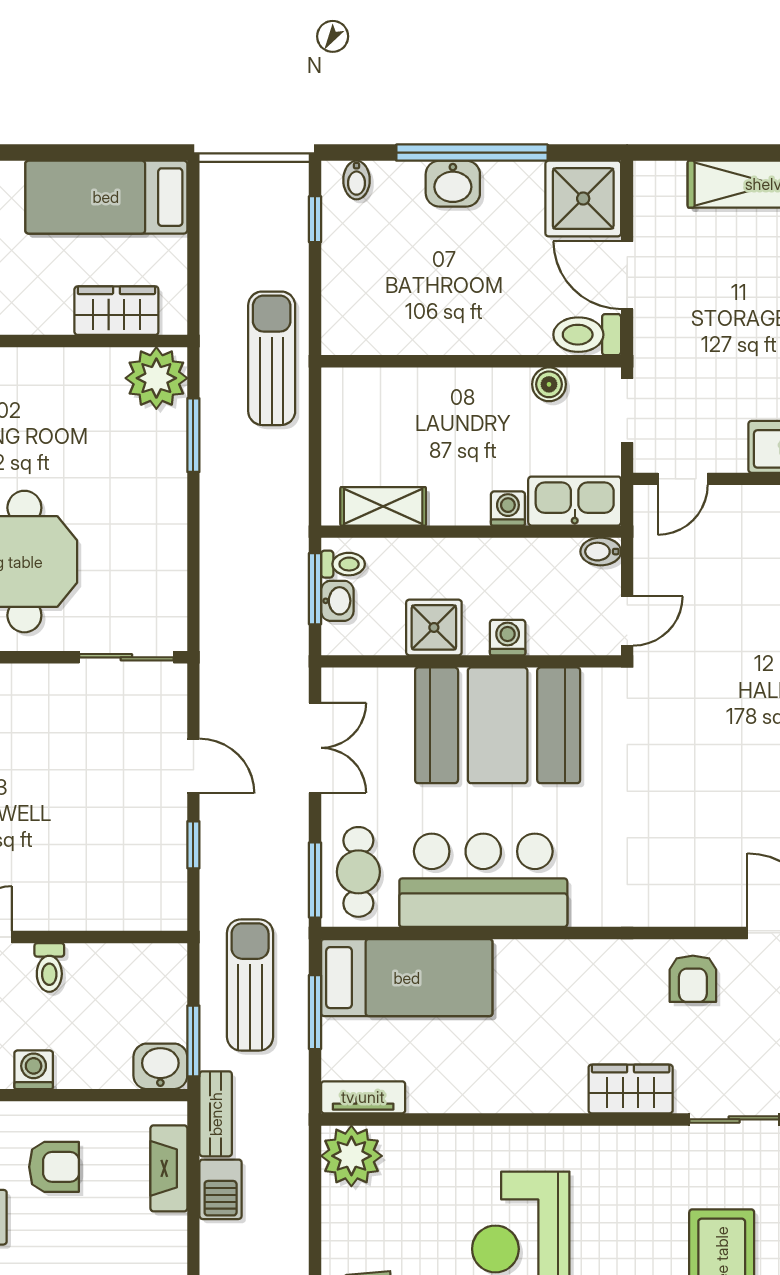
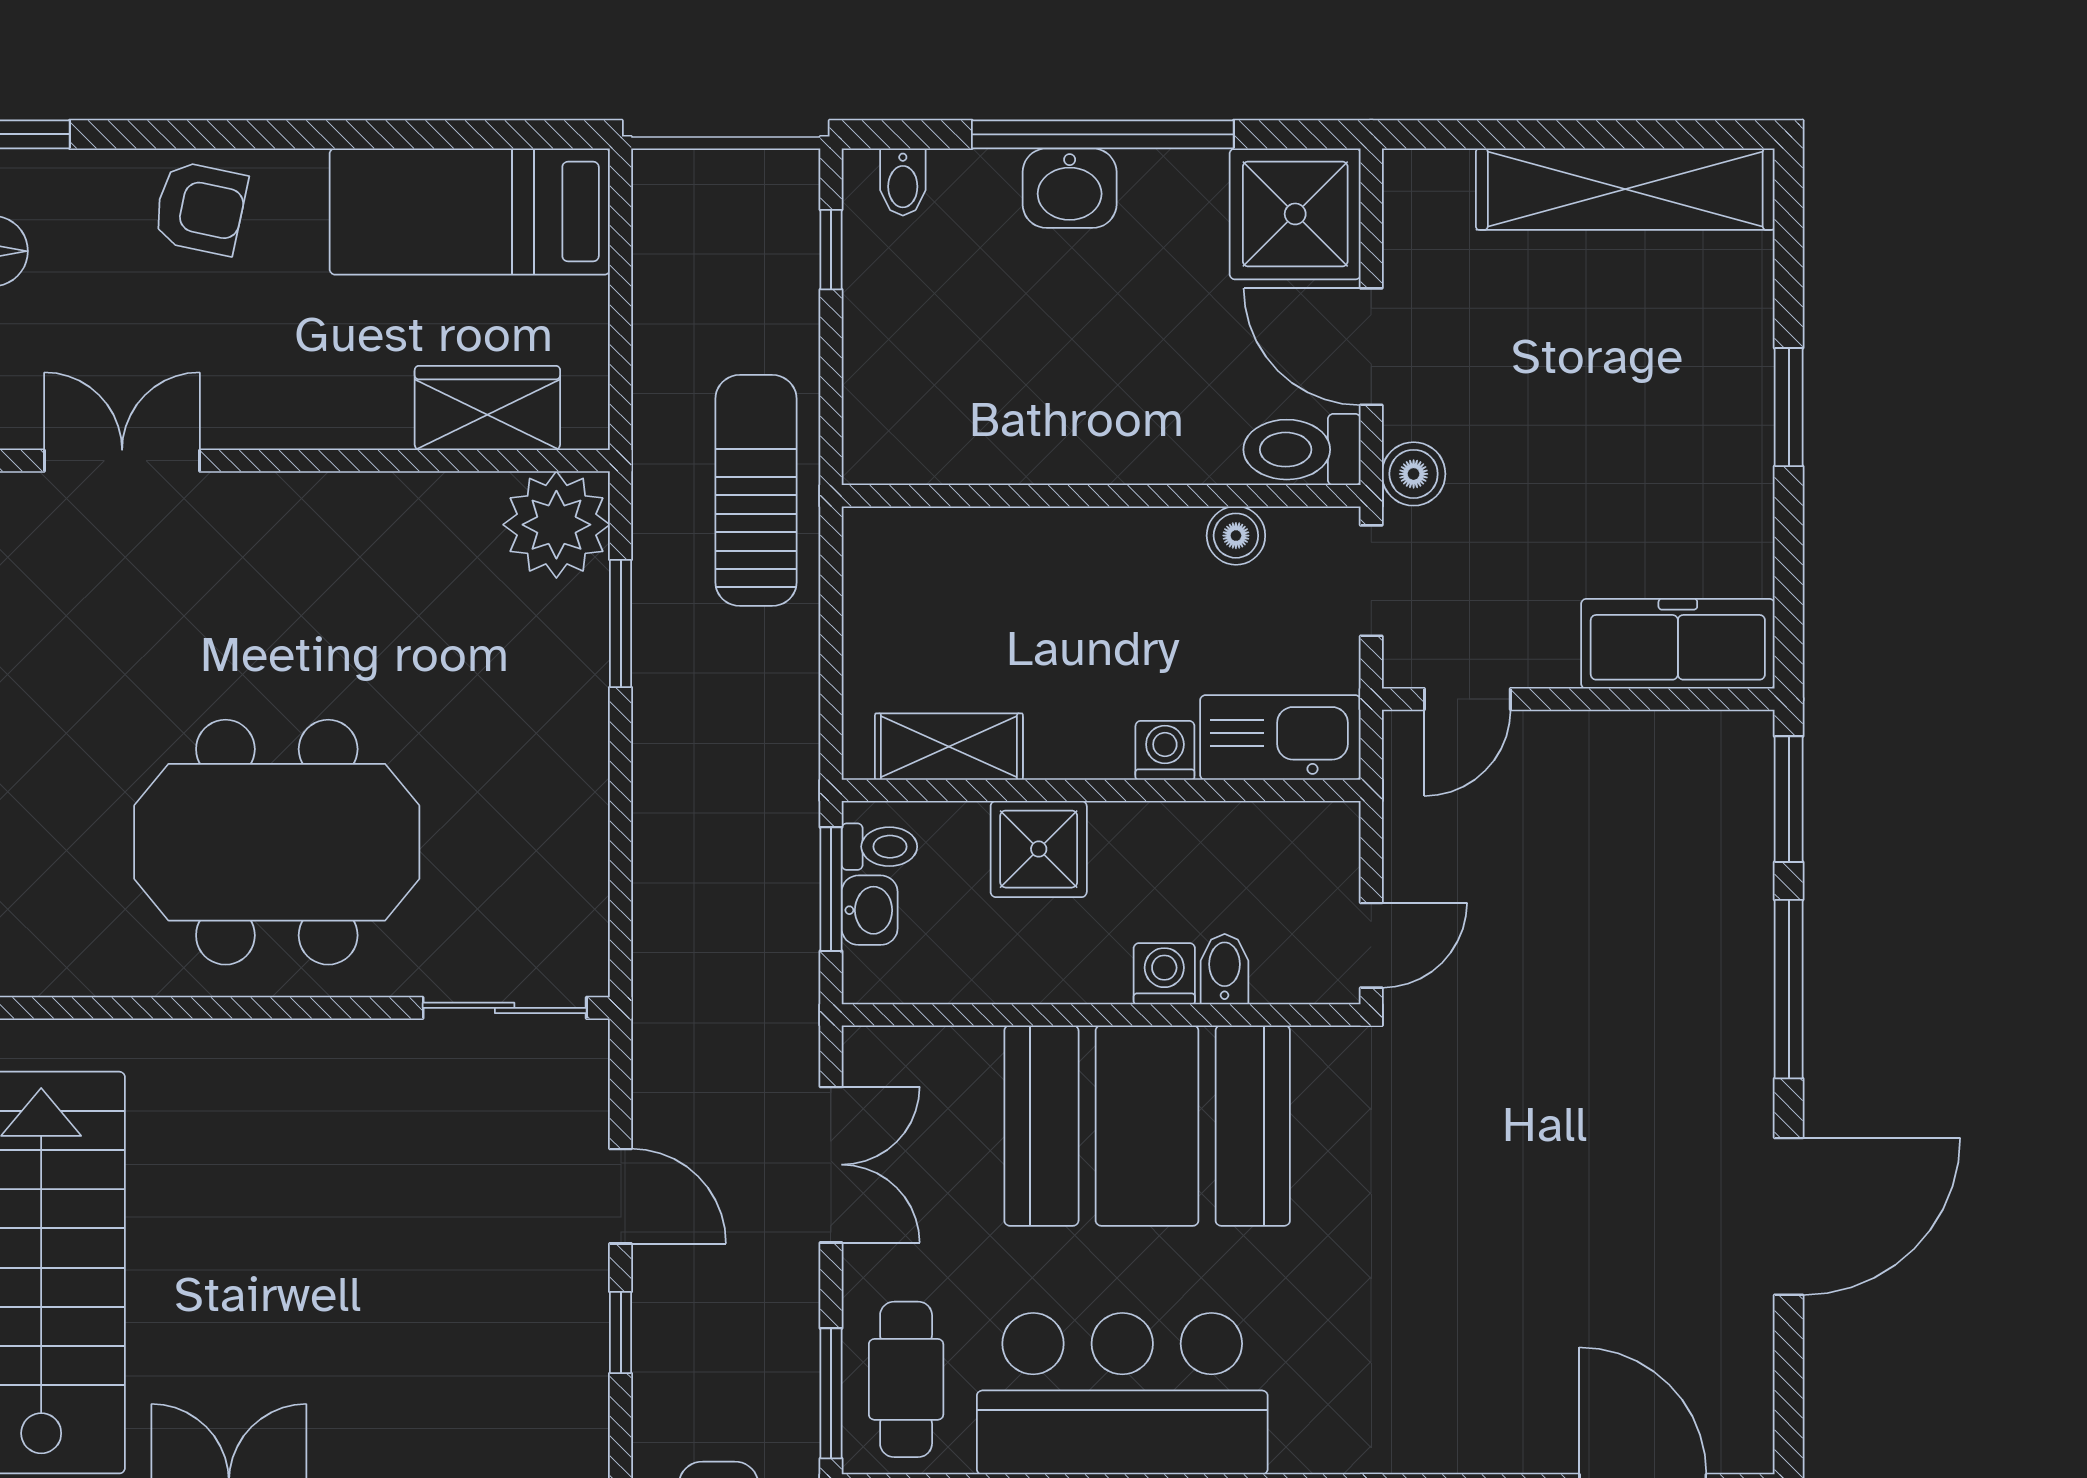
boiler: (652, 349) -> (1414, 474), added
bidet: (601, 552) -> (1225, 969), moved, turned 90
shower: (434, 627) -> (1039, 849), moved

